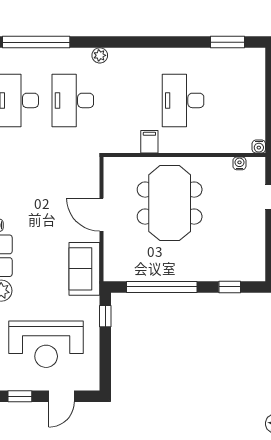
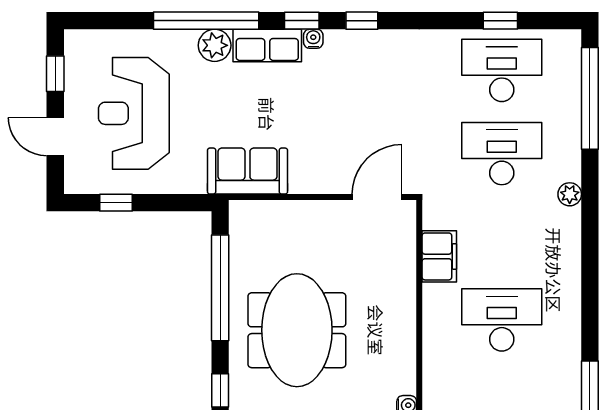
filing cabinet: (149, 142) -> (439, 256), width x2.00
meeting table: (170, 203) -> (297, 330), moved, turned 90
door: (102, 215) -> (377, 197), moved
window: (105, 316) -> (116, 203), moved

